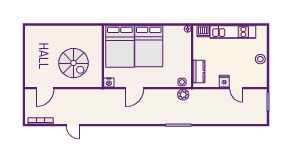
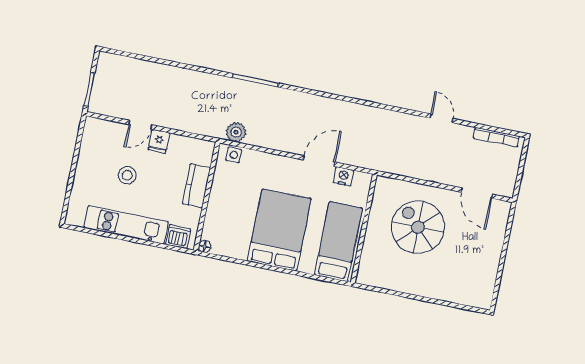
bed: (120, 46) -> (338, 241), width x0.67
stool: (260, 59) -> (127, 175), moved
kitchen counter: (199, 71) -> (197, 186), moved
nightstand: (109, 82) -> (343, 176), moved
door: (45, 88) -> (477, 193), swing flipped
door: (236, 88) -> (140, 125), swing flipped

